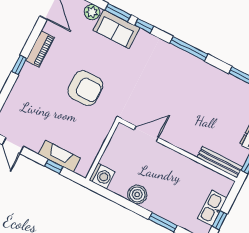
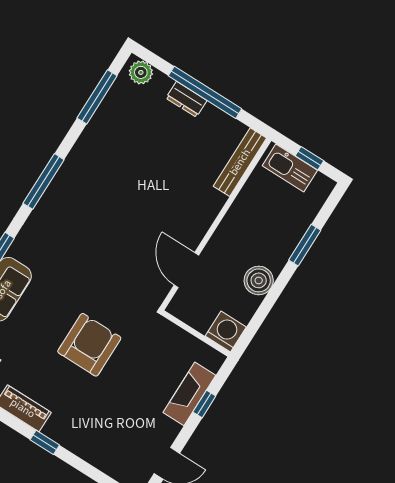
door: (146, 134) -> (186, 270), moved
wall: (178, 150) -> (215, 224), moved
bench: (220, 162) -> (240, 162), moved

